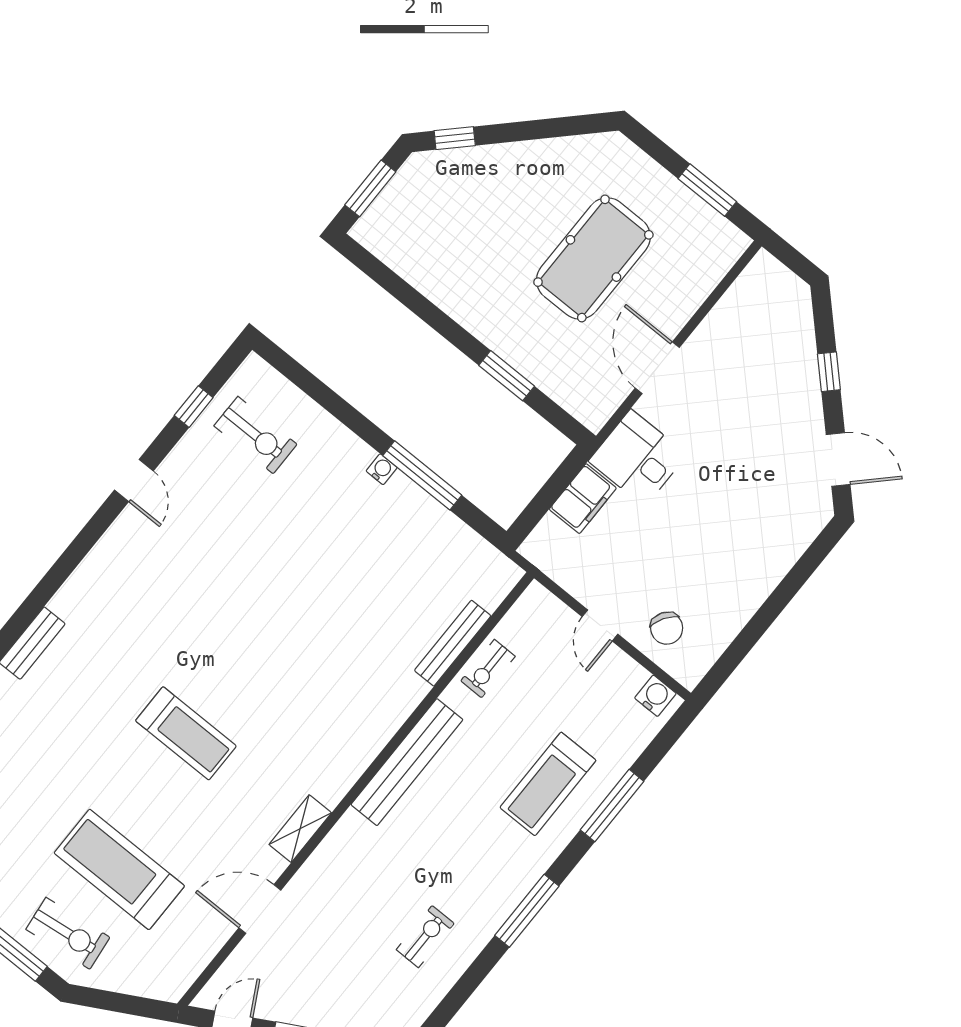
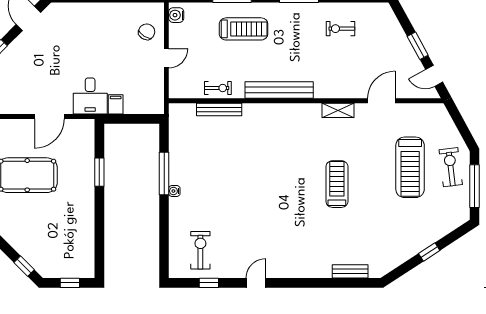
window: (370, 188) -> (70, 283), width x0.67
filing cabinet: (583, 499) -> (116, 104), width x0.50
door: (260, 909) -> (381, 101), swing flipped

